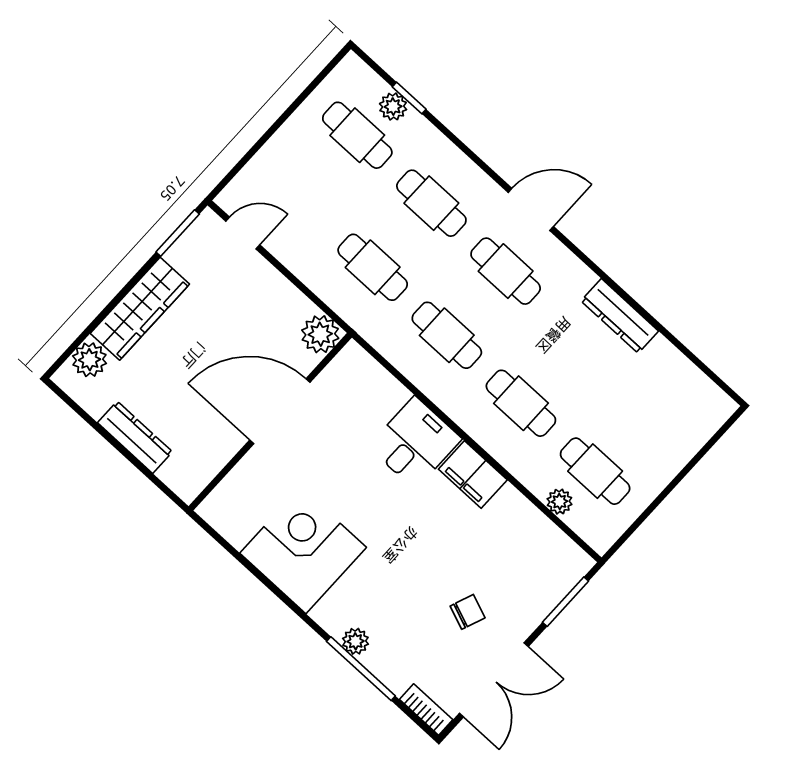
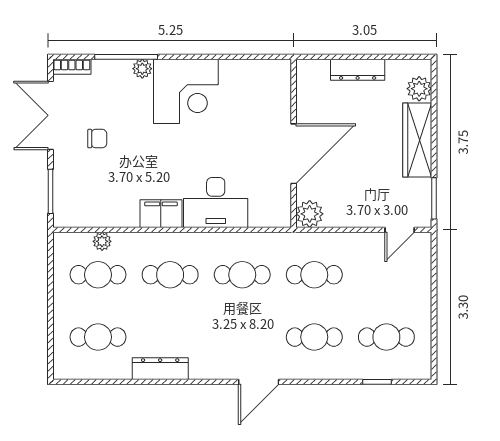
plant: (393, 107) -> (381, 370), removed
cafe table: (506, 271) -> (98, 337), moved
desk: (415, 443) -> (216, 202), width x1.37
corner desk: (303, 550) -> (186, 91), moved
chair: (468, 612) -> (97, 139), turned -111

